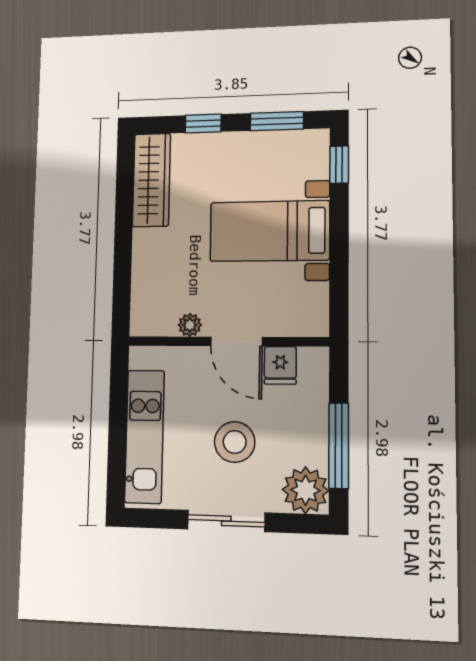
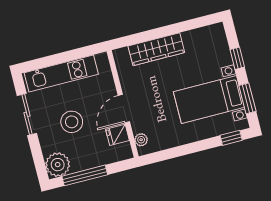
wardrobe: (151, 180) -> (156, 49), moved
bed with nightstands: (270, 231) -> (209, 99), moved, turned -90
plant: (190, 325) -> (141, 140), moved
sliding door: (226, 521) -> (27, 114), moved

